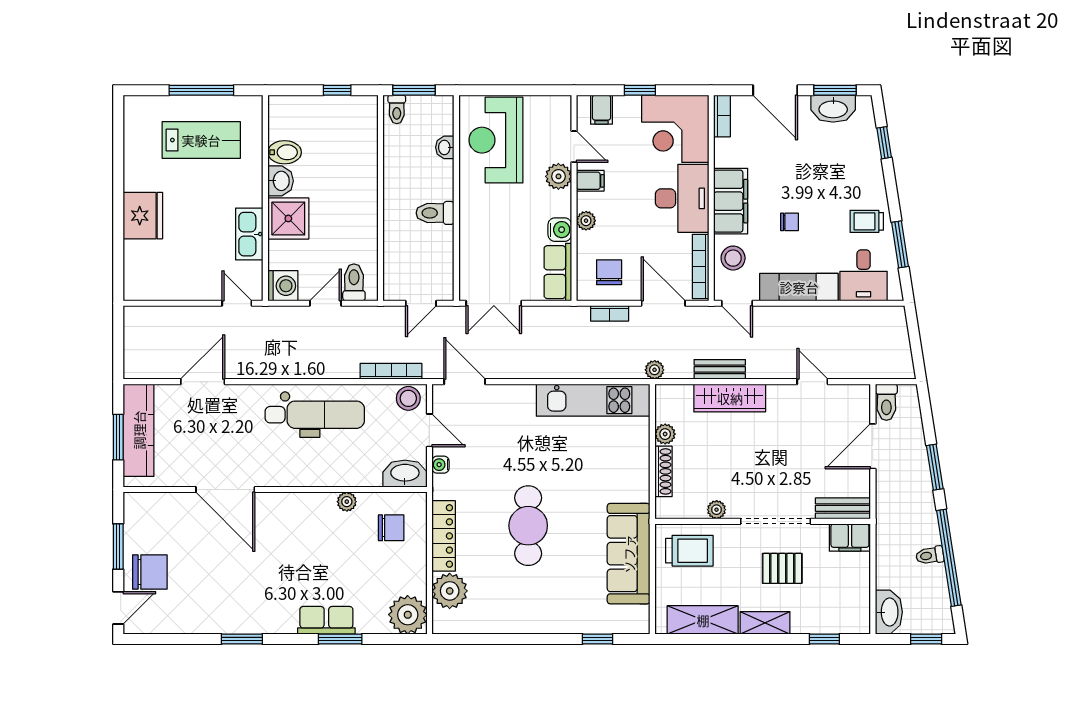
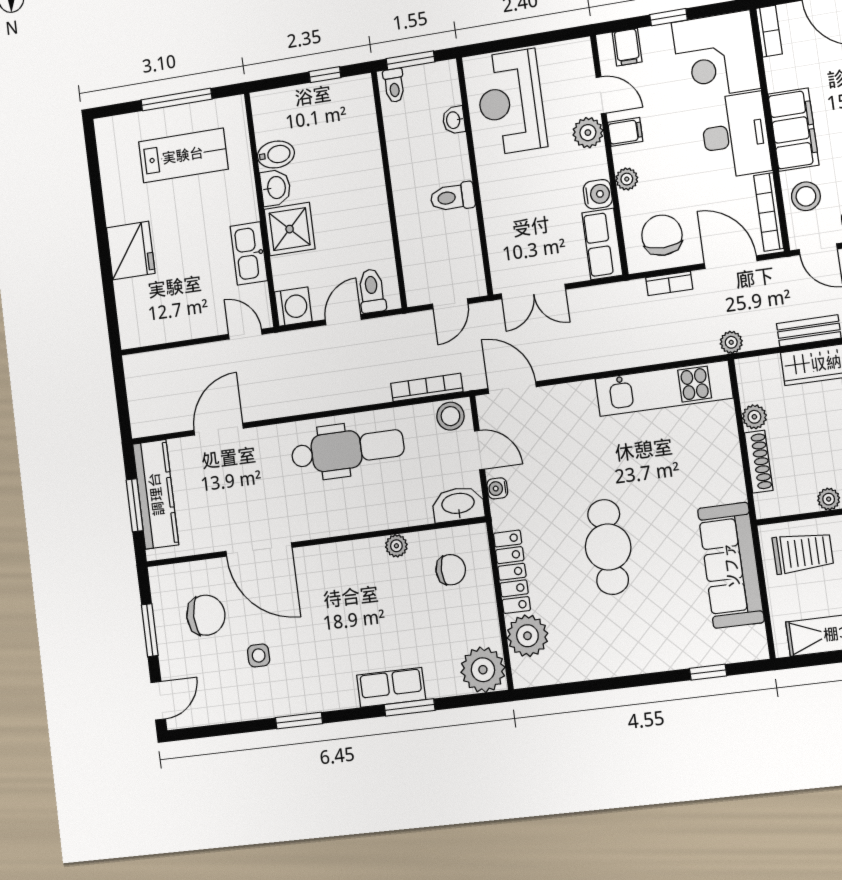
chair: (609, 272) -> (662, 235), width x1.37, depth x1.37
chair: (150, 572) -> (206, 615), moved
side table: (213, 580) -> (259, 655), added

